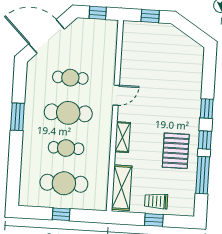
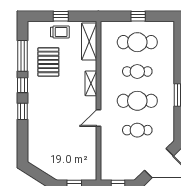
pallet: (176, 151) -> (48, 62), moved

